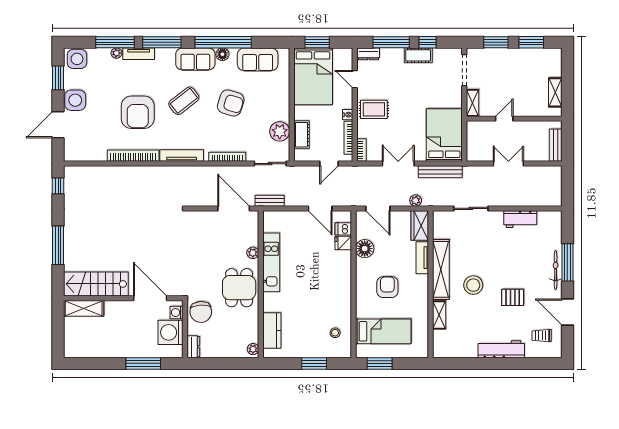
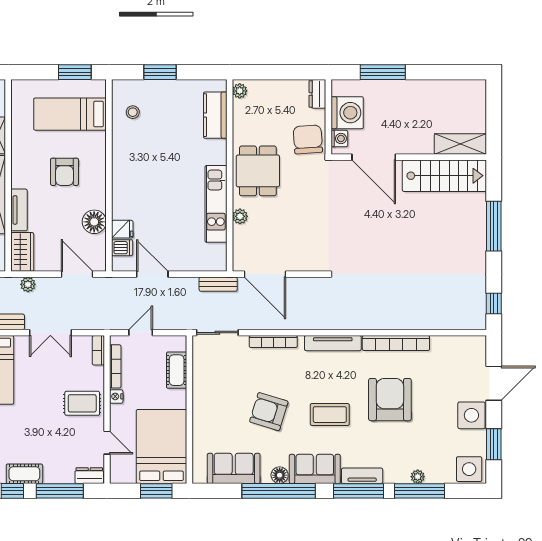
tv unit: (139, 54) -> (362, 476), moved
coffee table: (184, 101) -> (330, 415), turned 38
plant: (280, 131) -> (205, 375), removed

